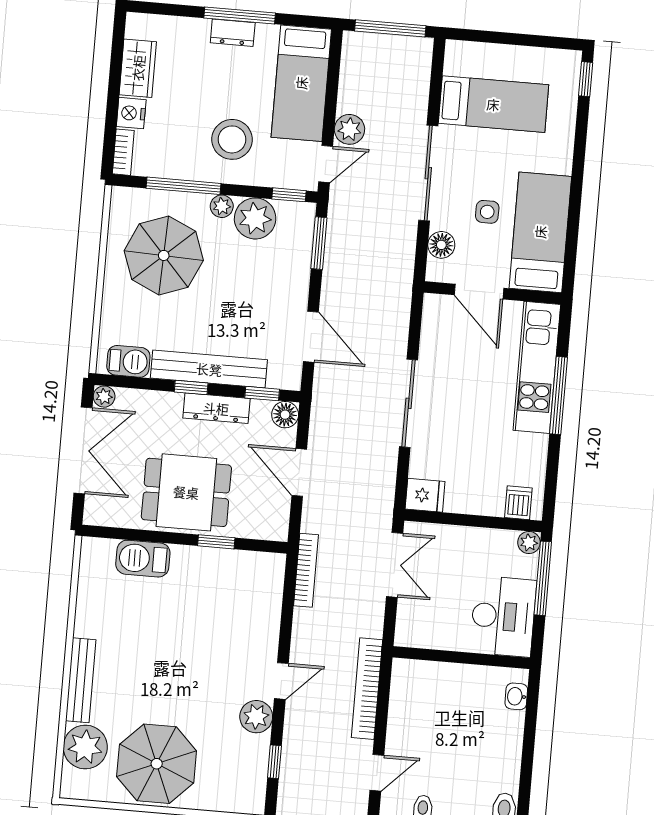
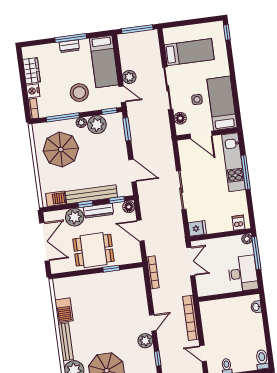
door: (326, 164) -> (122, 94), hinge flipped
plant: (104, 397) -> (75, 217), moved, width x1.88, depth x1.88
barbecue: (143, 559) -> (64, 310), moved, turned -90
door: (377, 773) -> (203, 353), swing flipped

